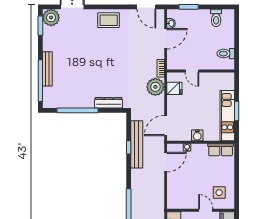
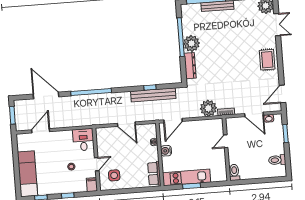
toilet: (226, 54) -> (234, 172), moved
fridge: (174, 88) -> (208, 126), removed
plant: (85, 99) -> (192, 43), added
door: (166, 125) -> (173, 121), swing flipped
door: (166, 162) -> (126, 124), moved

